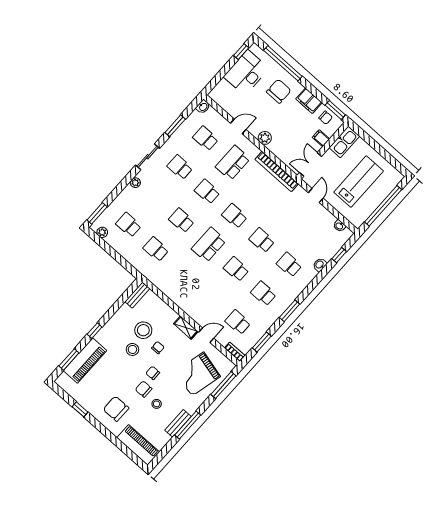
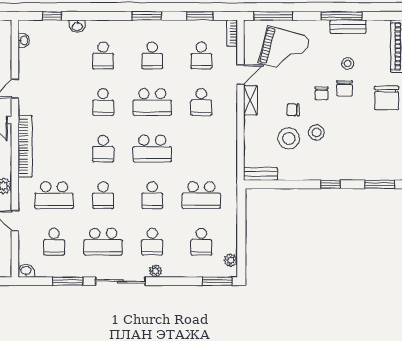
sliding door: (148, 157) -> (120, 281), width x1.37
school desk: (180, 167) -> (103, 242), width x1.85
school desk: (154, 196) -> (152, 242), added
school desk: (156, 249) -> (201, 195), width x1.85
school desk: (236, 269) -> (152, 102), width x1.85
school desk: (210, 298) -> (201, 102), added
door: (206, 335) -> (240, 74), swing flipped
piano: (85, 361) -> (367, 168), removed

